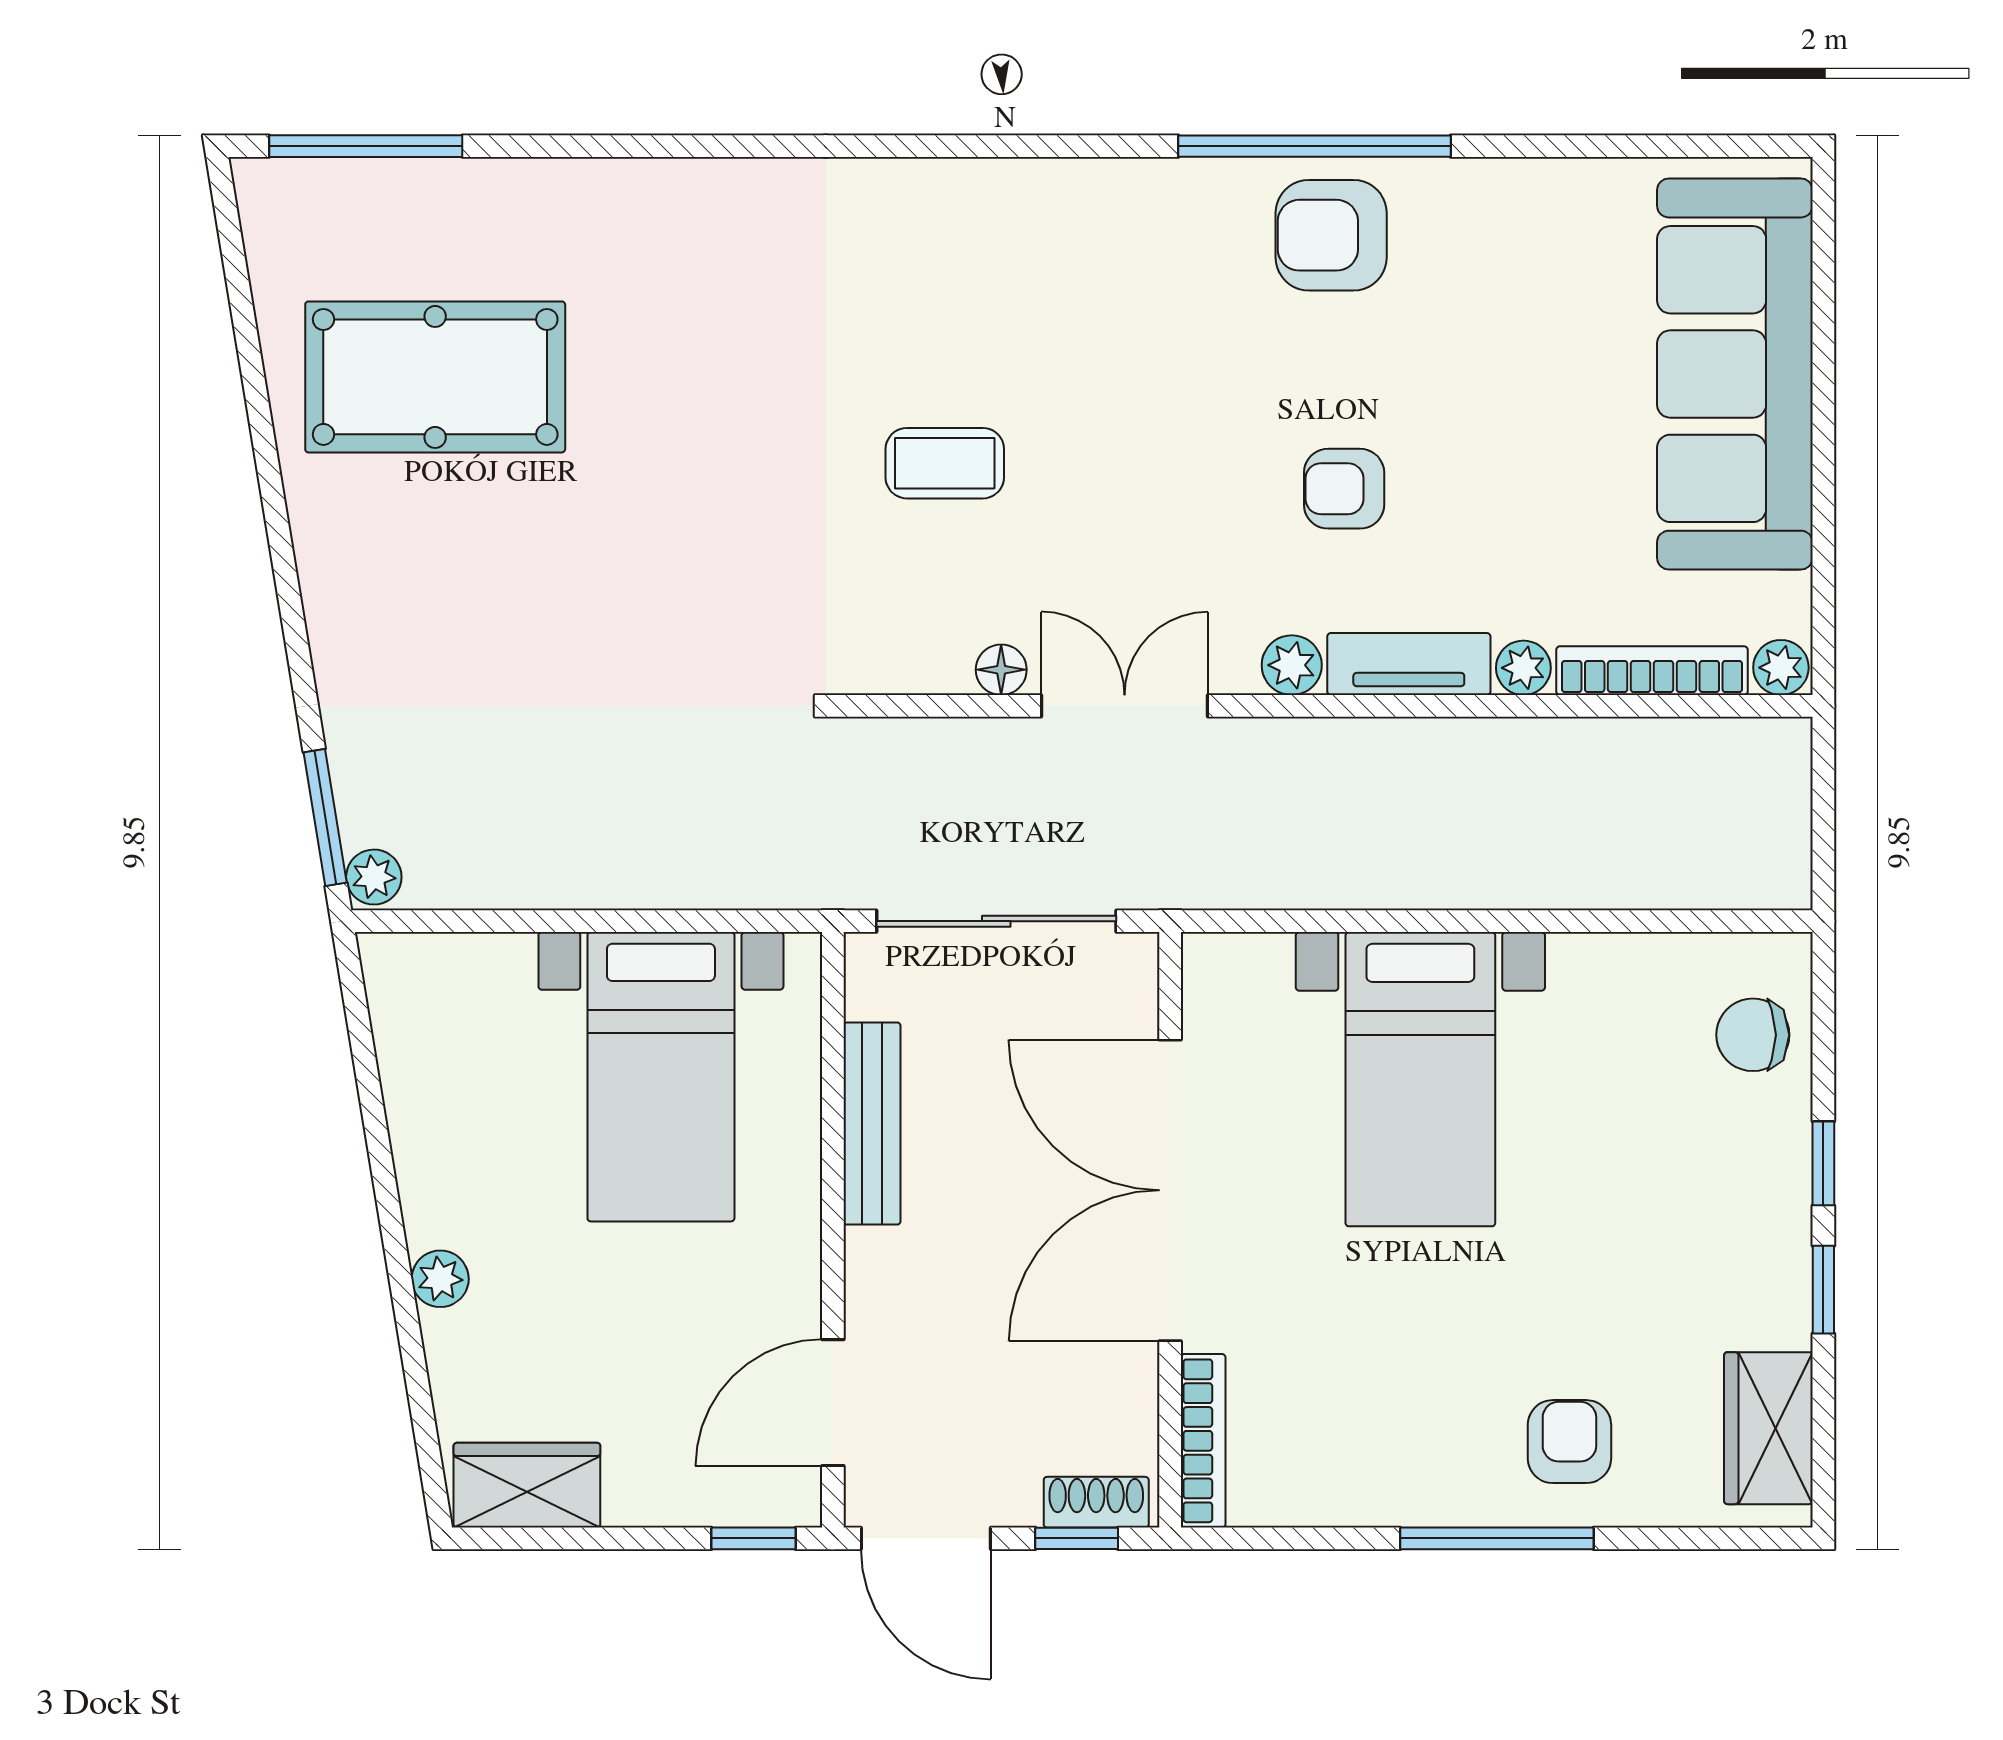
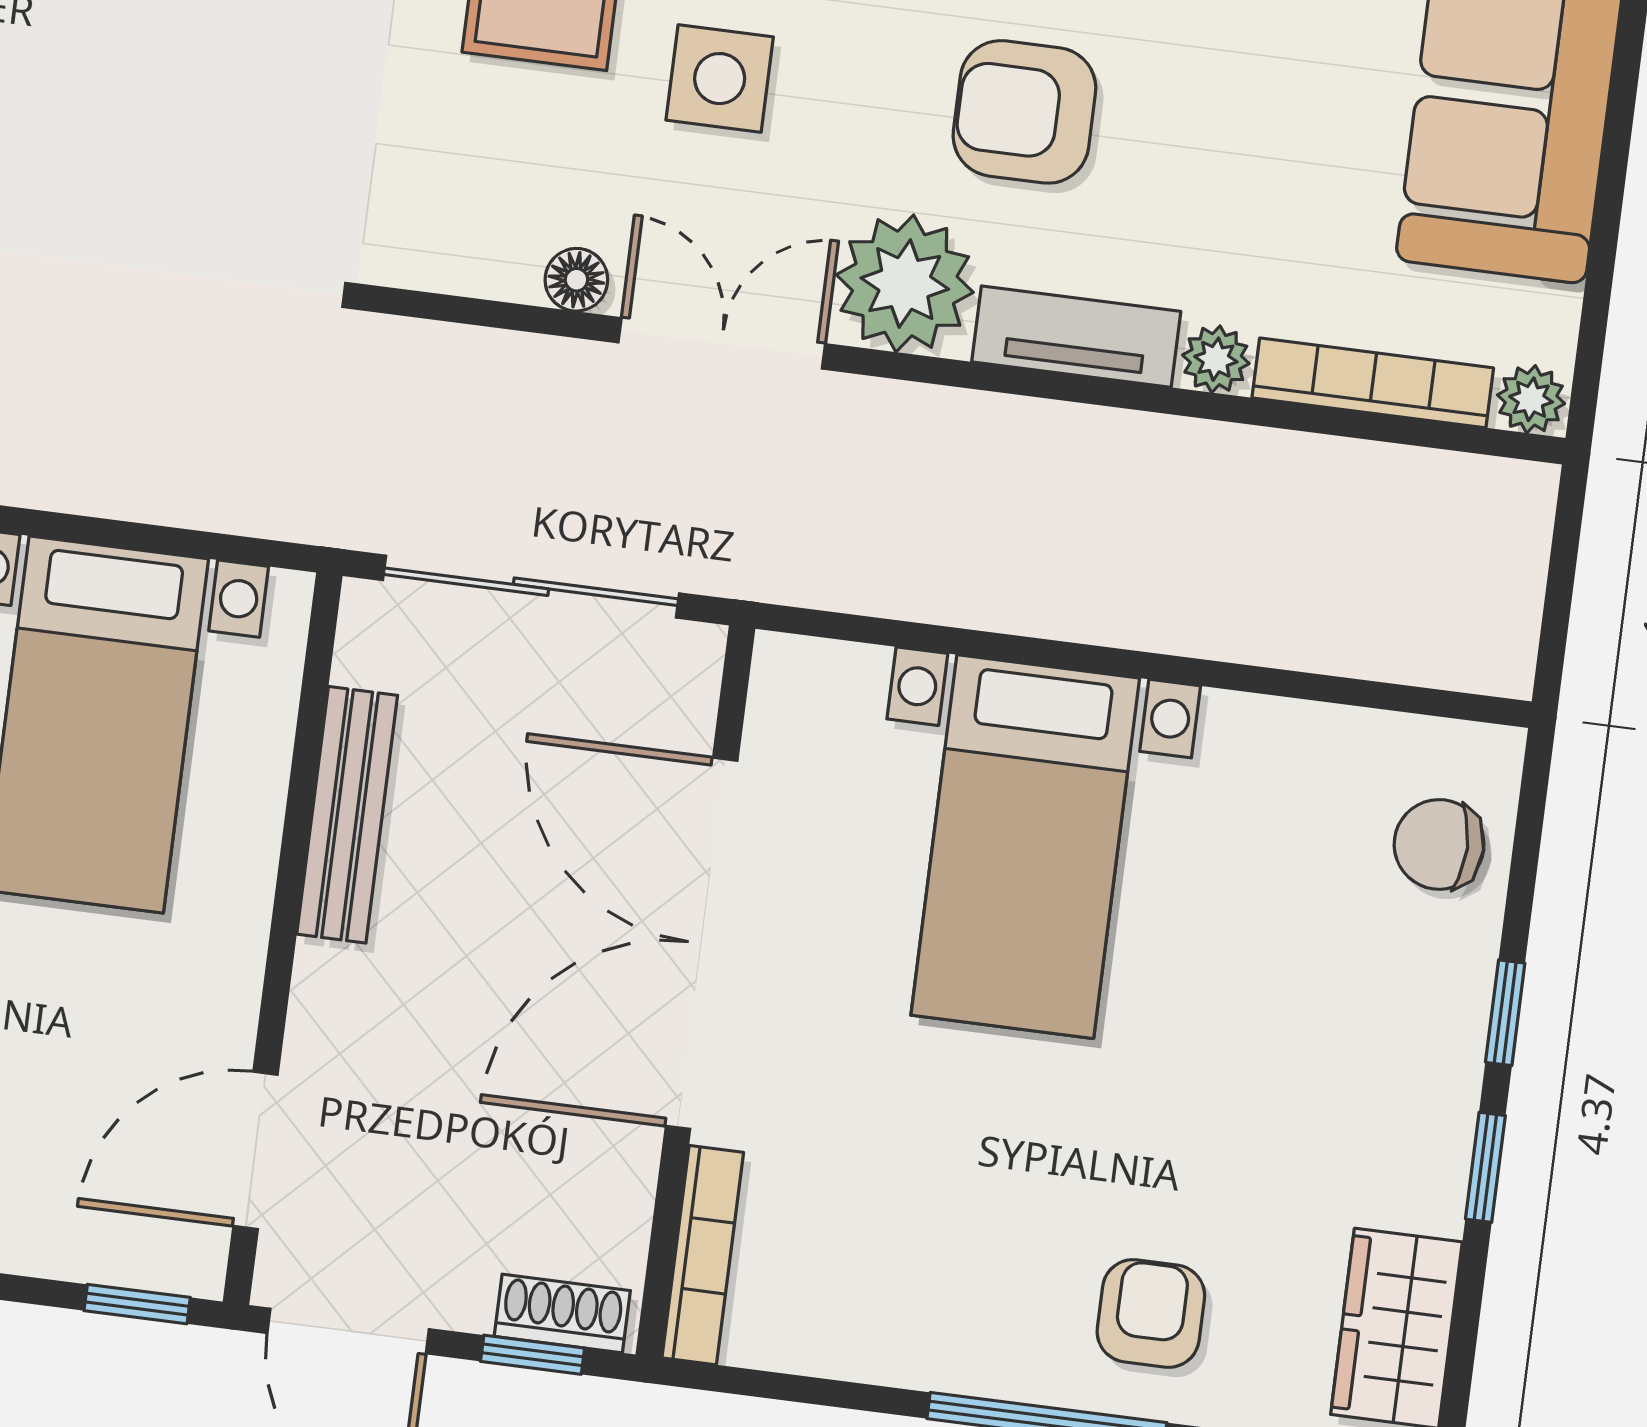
armchair: (1344, 489) -> (1024, 112), width x1.38, depth x1.38
side table: (1096, 493) -> (720, 79), added
plant: (1292, 665) -> (905, 284), width x1.88, depth x1.88

